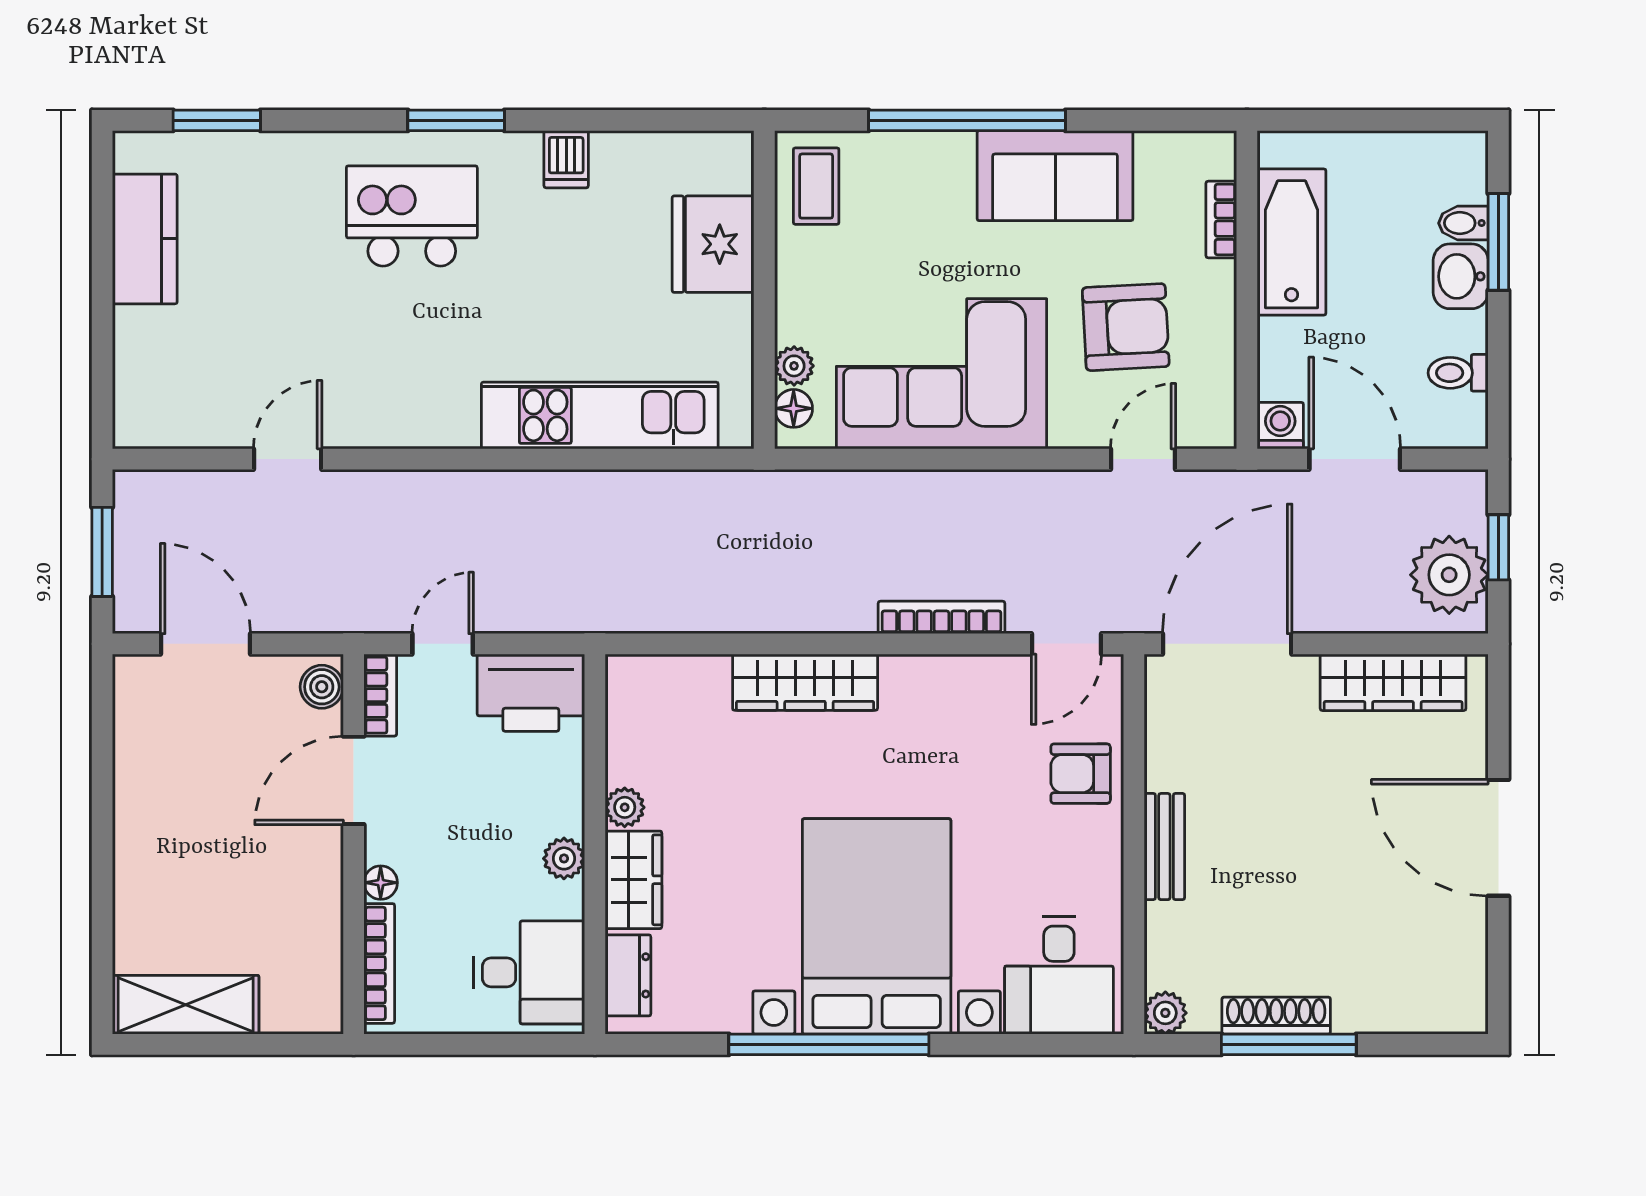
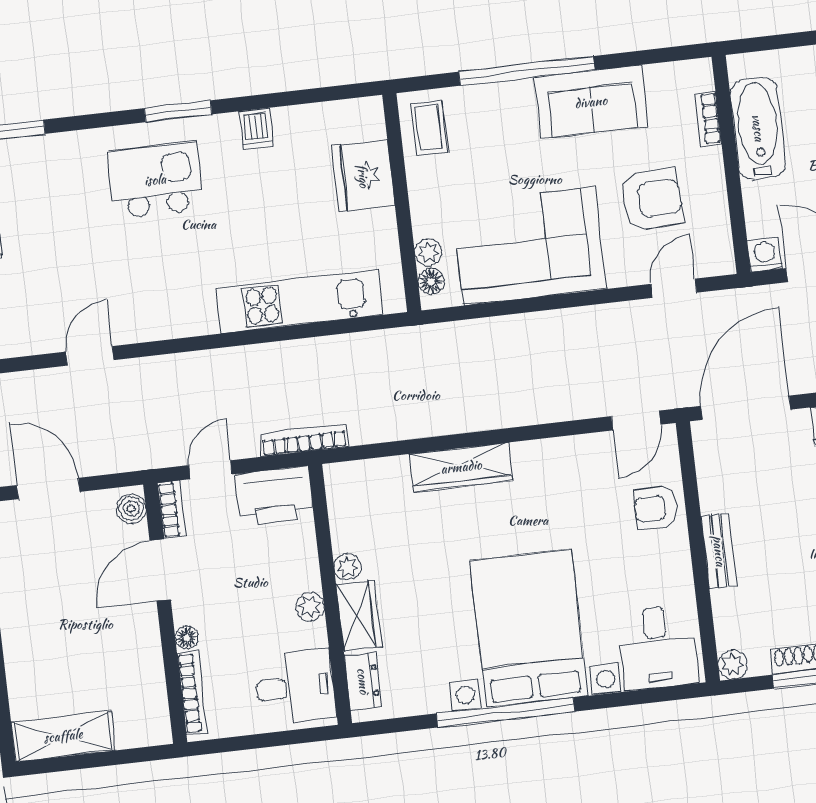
bookcase: (941, 617) -> (304, 441), moved

